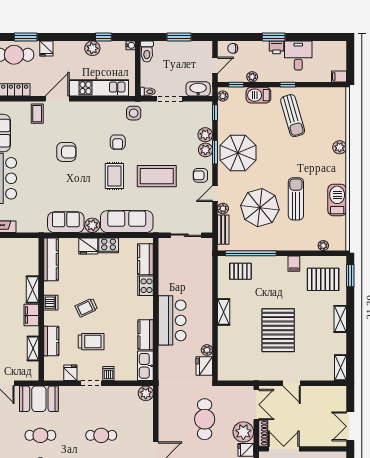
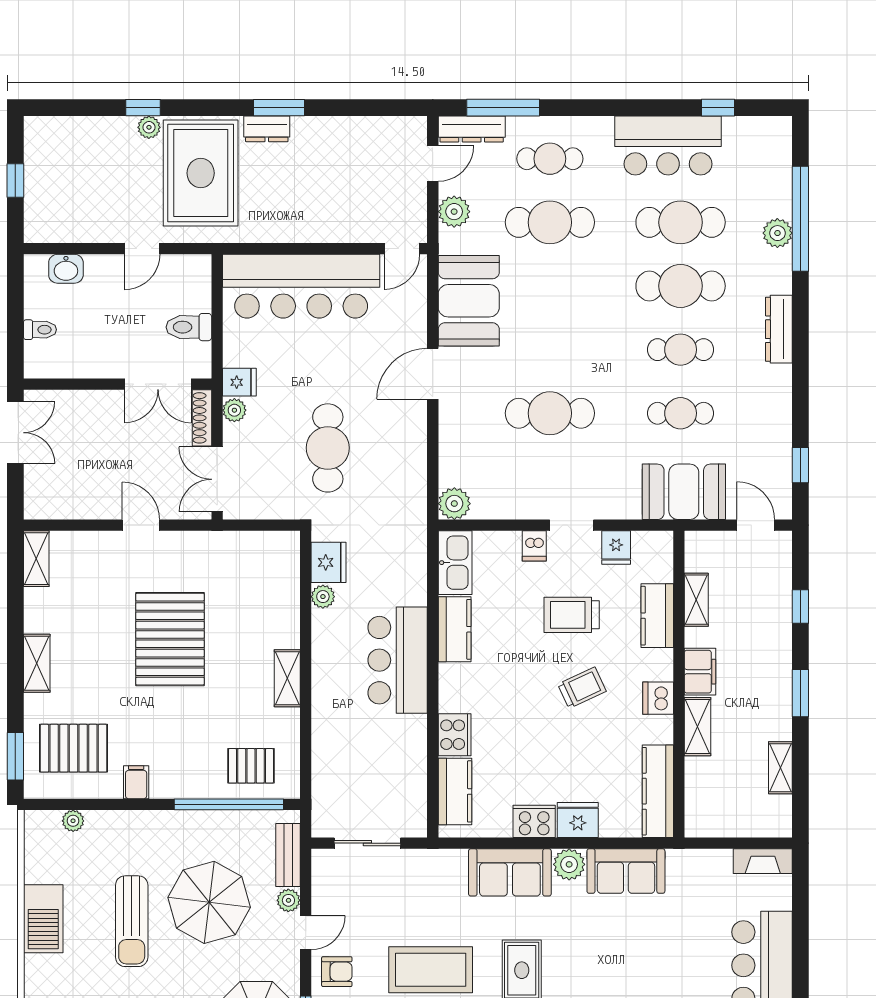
sofa: (127, 222) -> (510, 872), width x0.73
plant: (243, 432) -> (234, 410), width x0.53, depth x0.53
cafe table: (101, 435) -> (550, 413), width x1.37, depth x1.35

